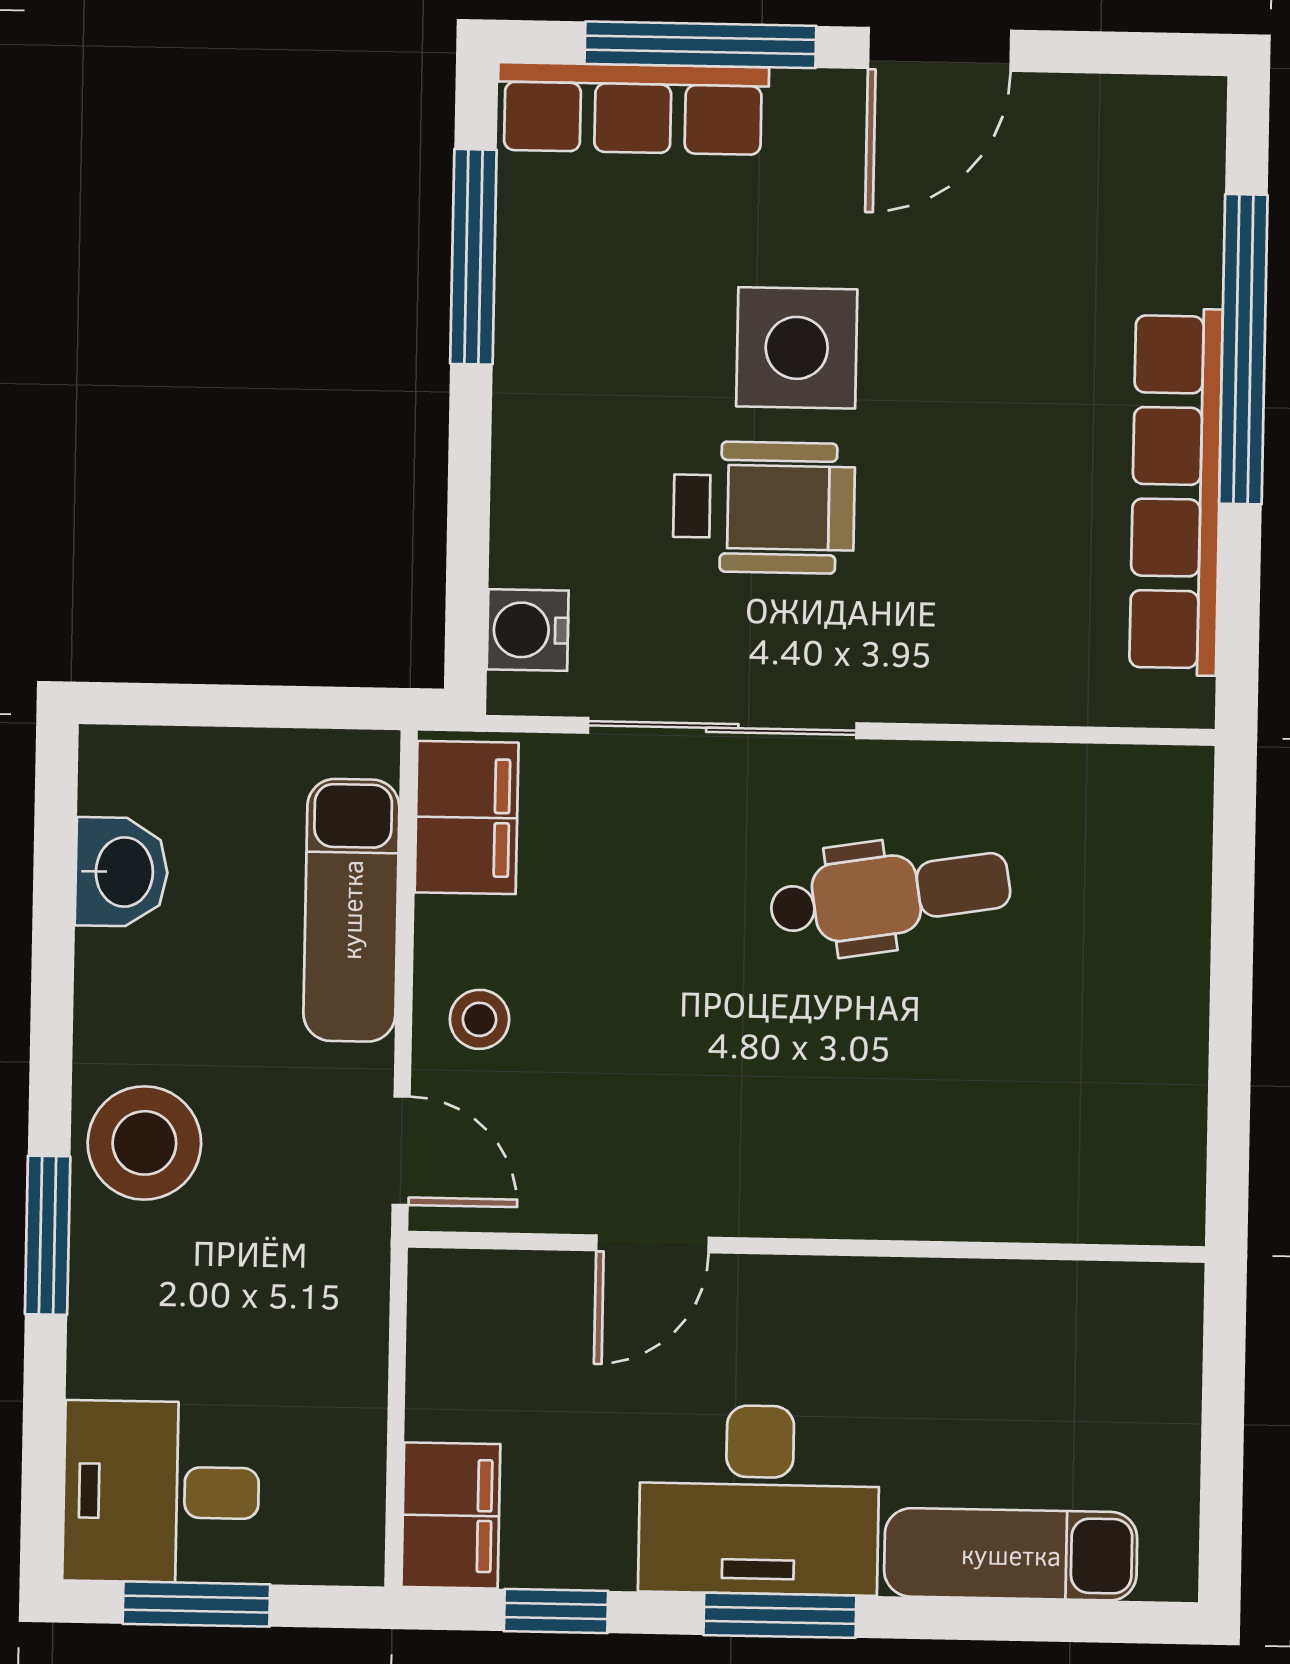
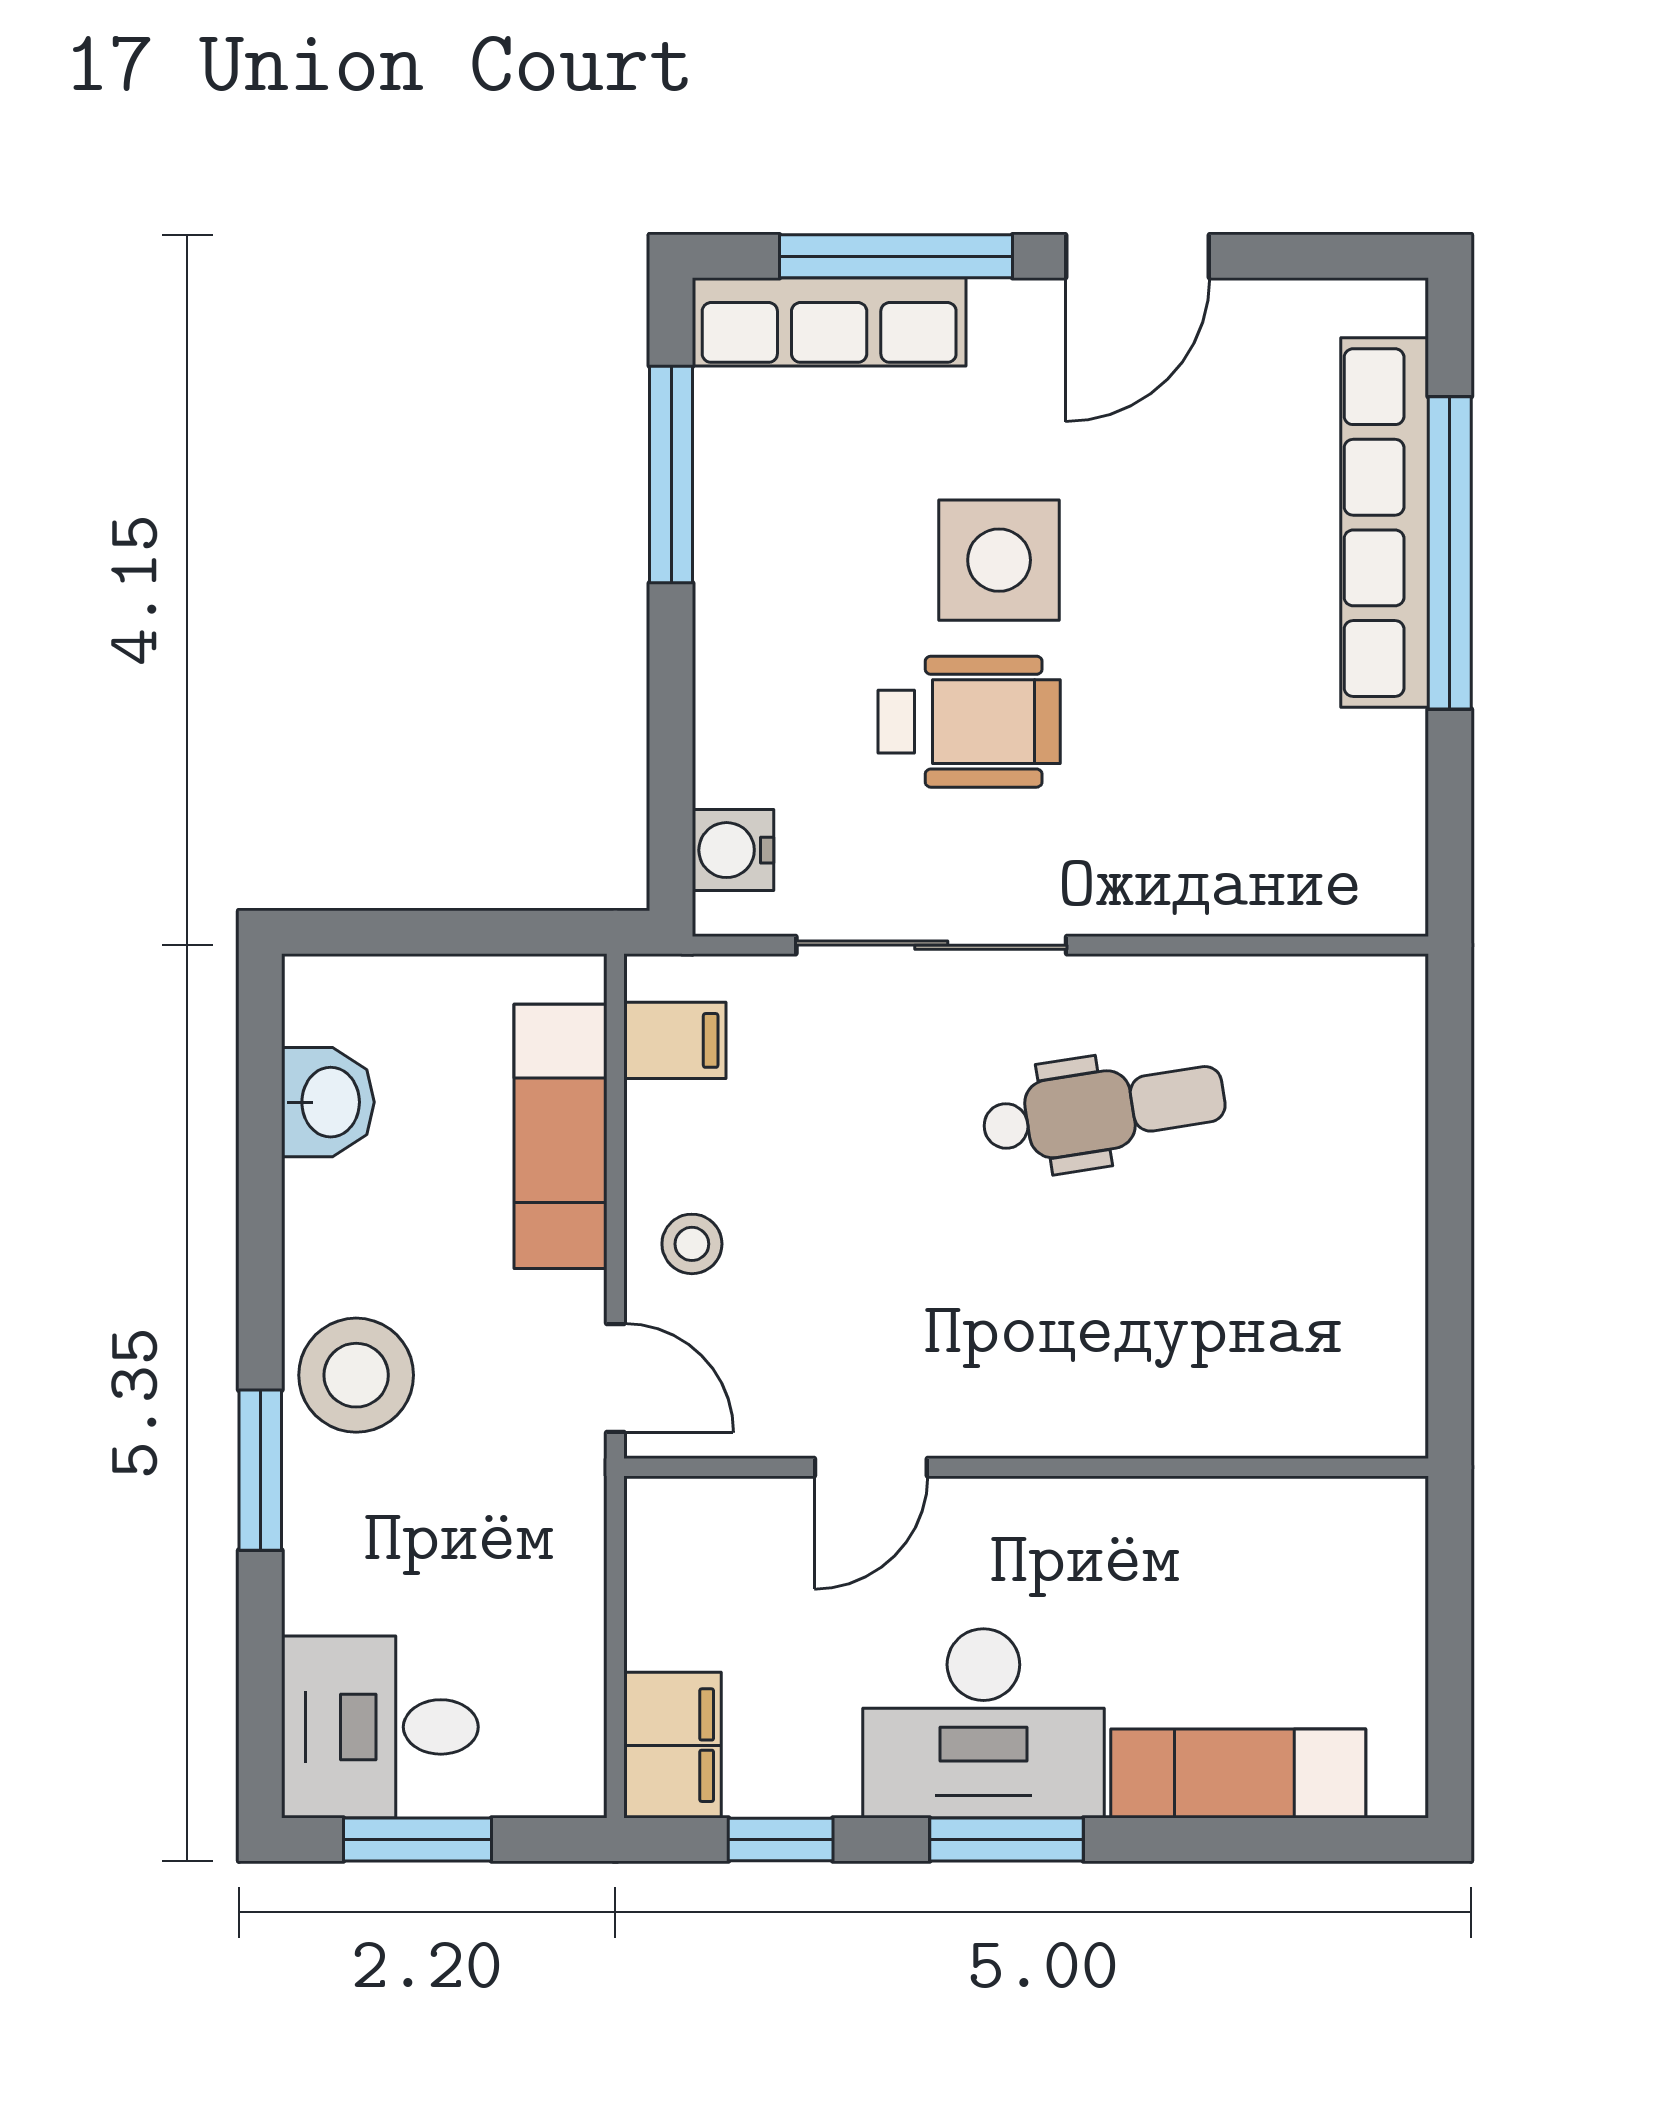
row of seats: (1176, 492) -> (1385, 523), moved
filing cabinet: (467, 818) -> (675, 1040), width x0.50

